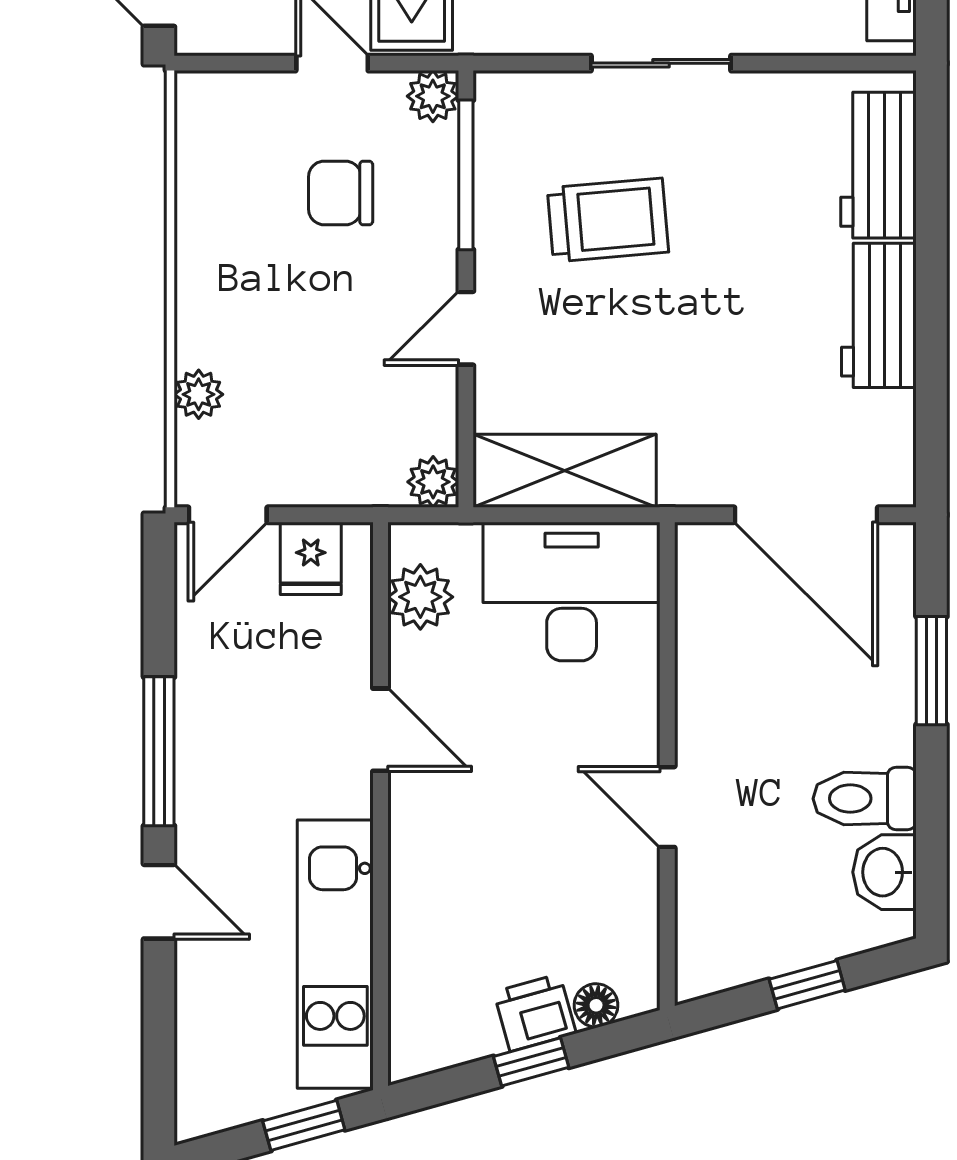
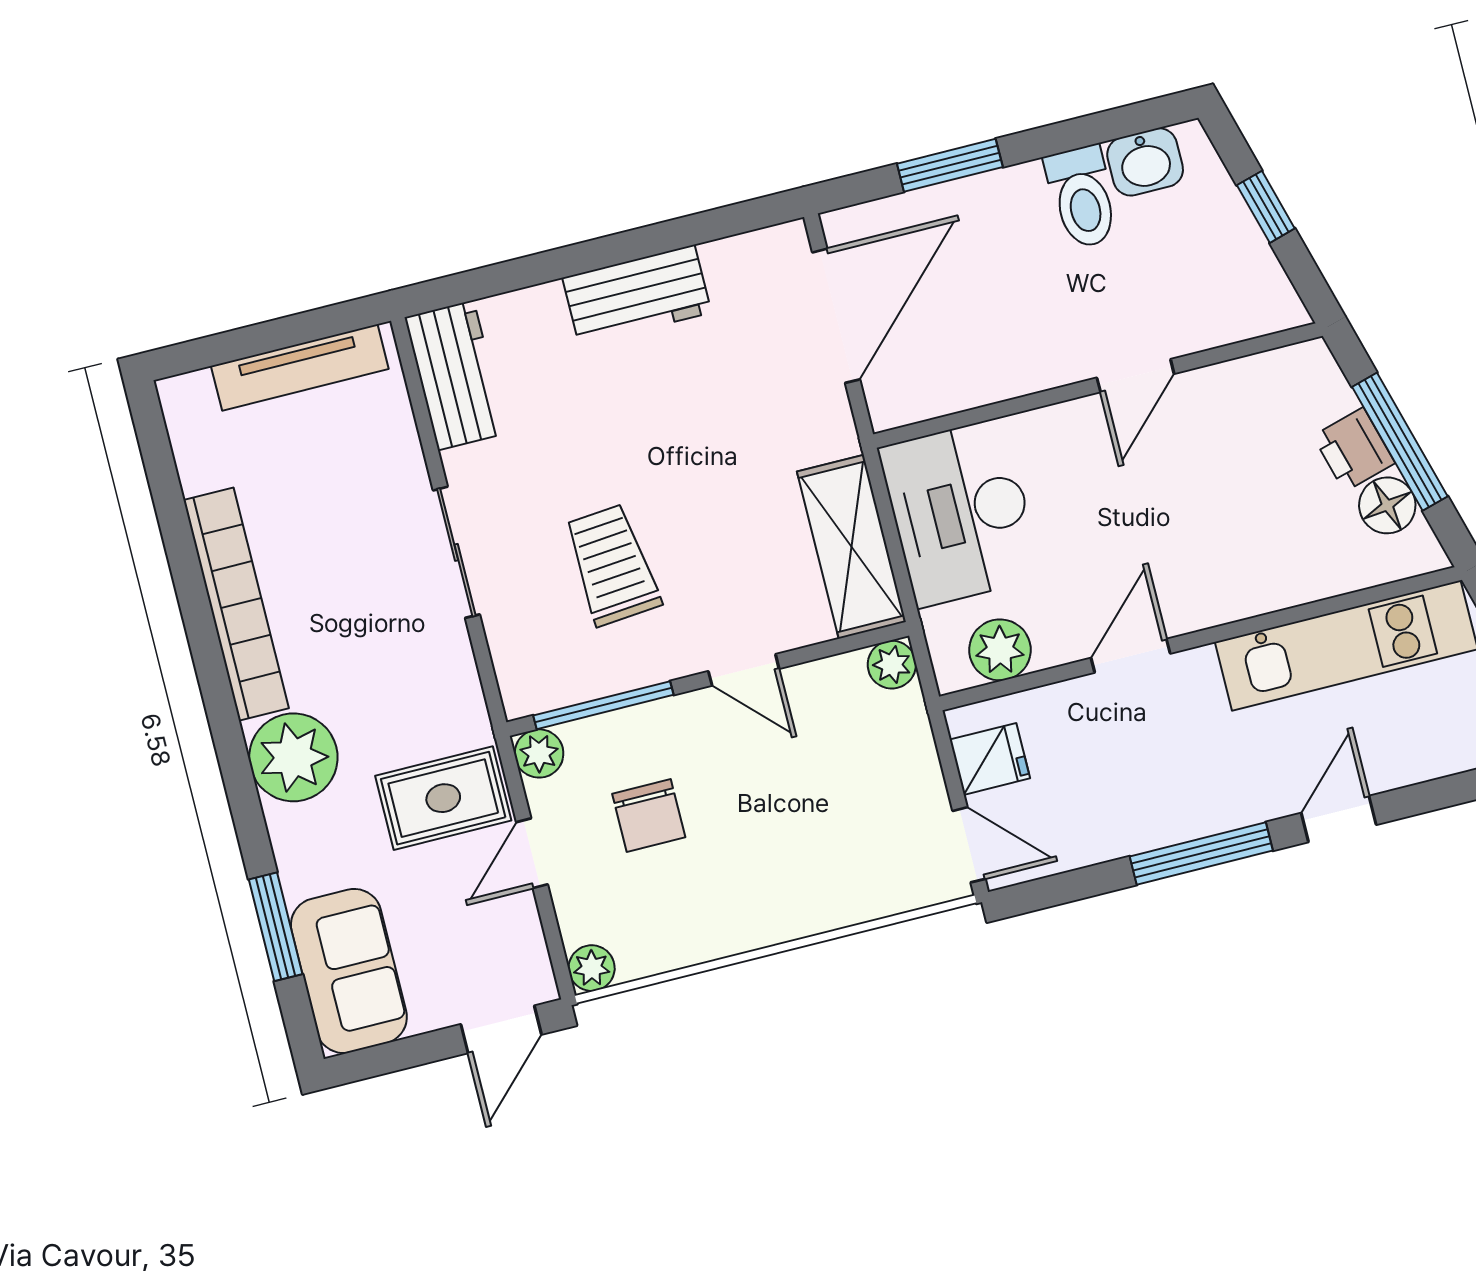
workbench: (878, 165) -> (456, 375), moved, turned -90
plant: (199, 394) -> (592, 968), moved
floor lamp: (596, 1005) -> (1387, 505), moved, width x1.37, depth x1.37
window: (531, 1062) -> (1400, 442), width x2.17

